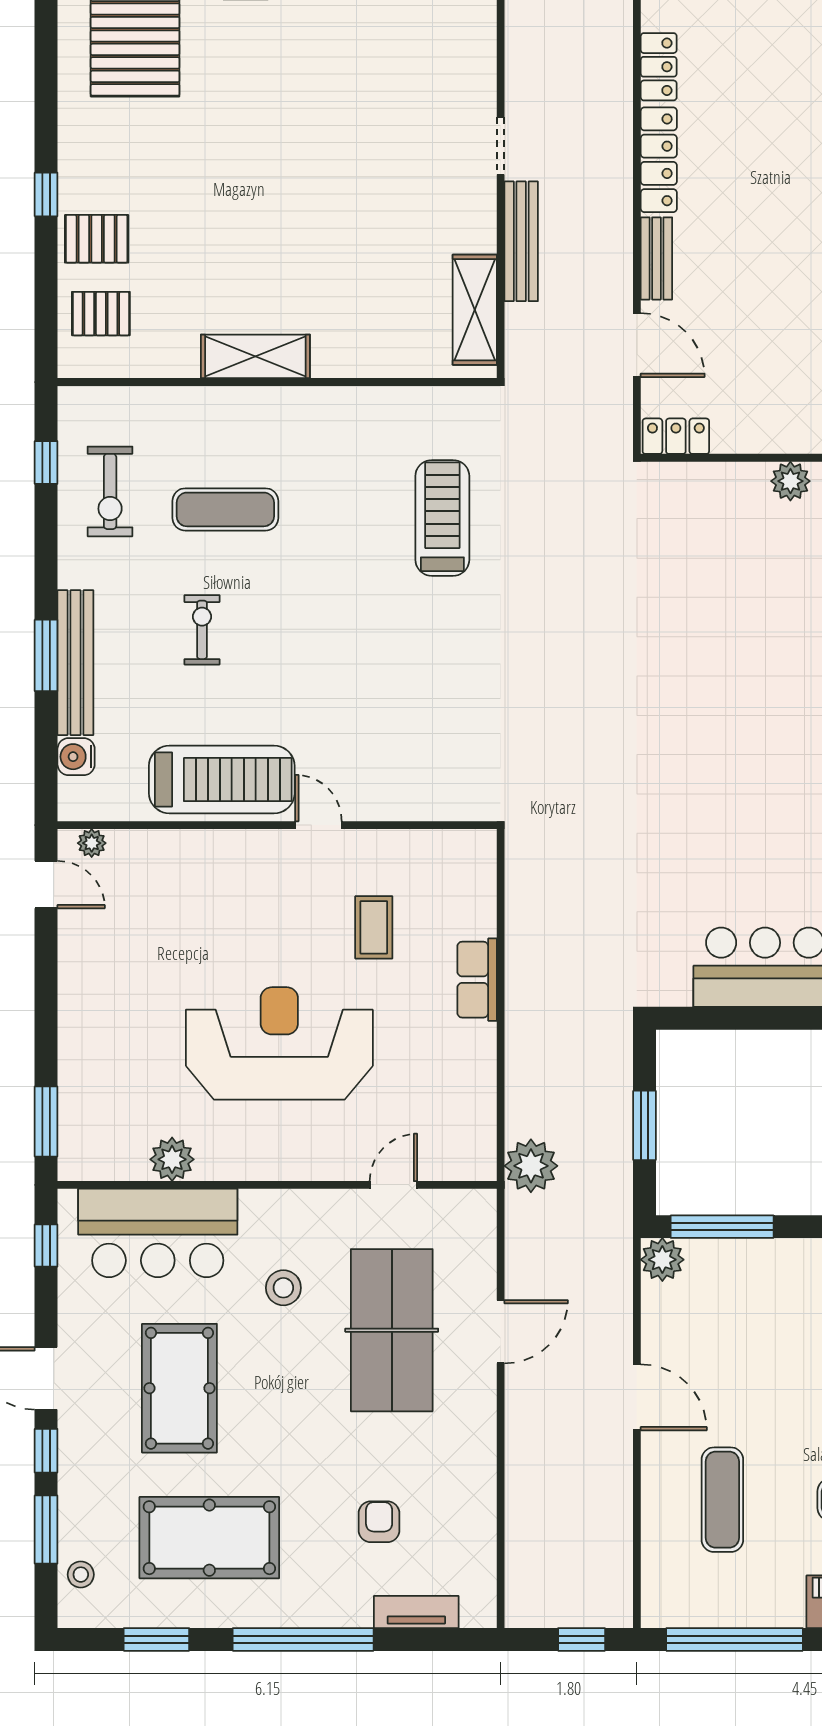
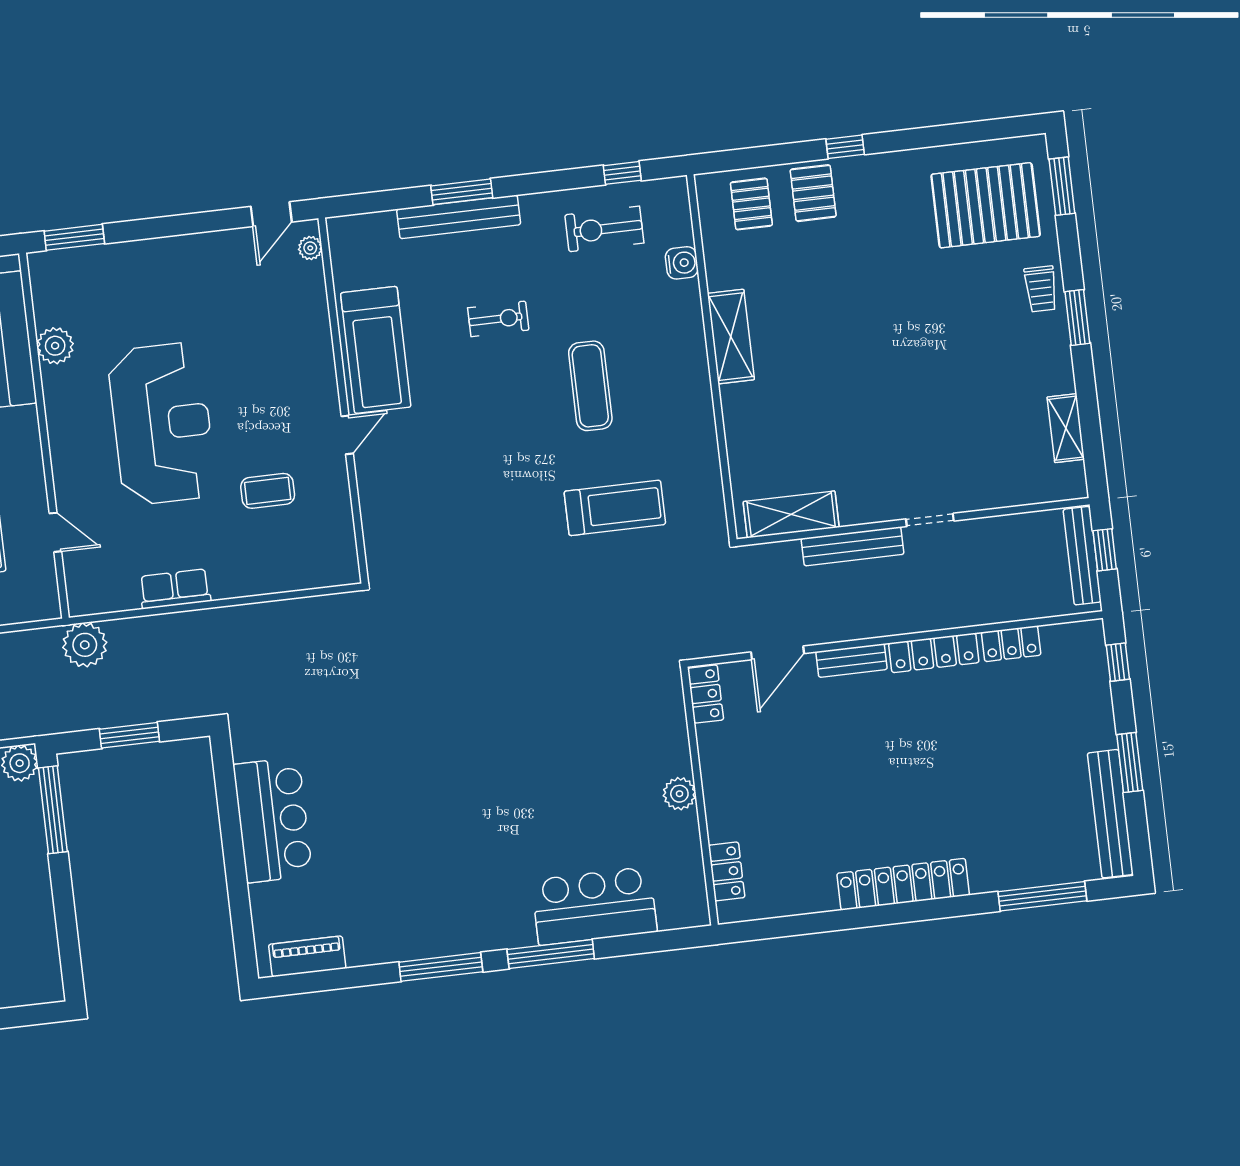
exercise mat: (225, 509) -> (590, 386), moved
water cooler: (76, 757) -> (682, 263), moved, turned 90
row of seats: (477, 980) -> (175, 589), moved

